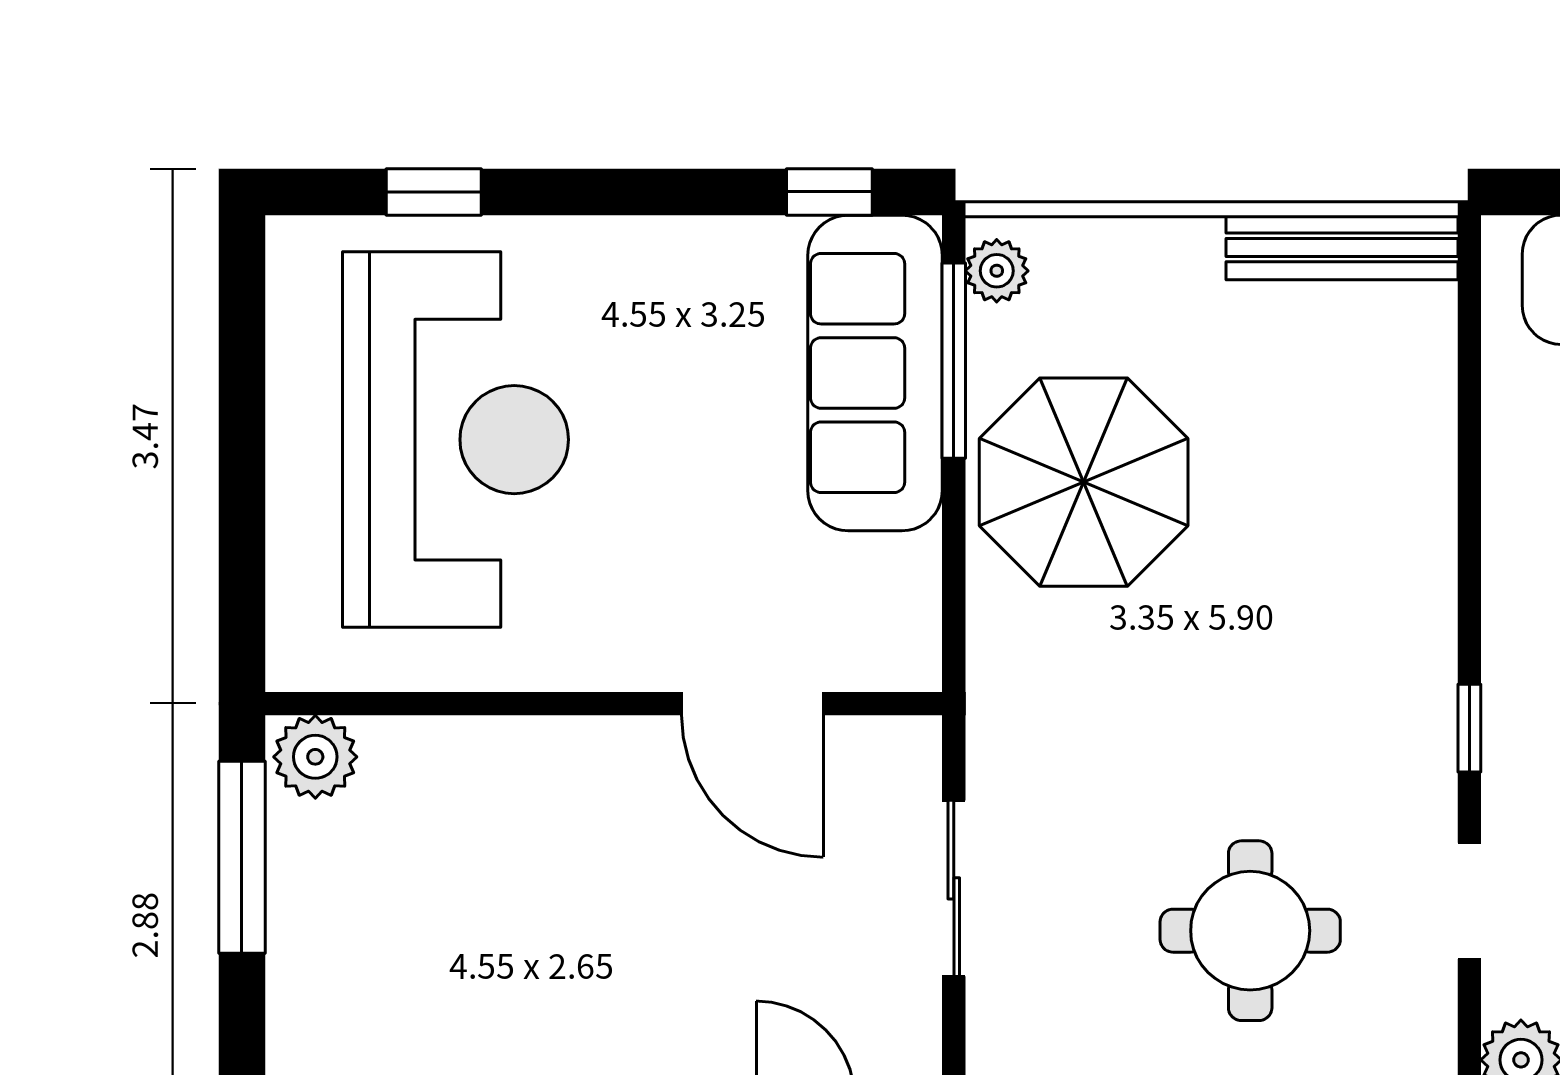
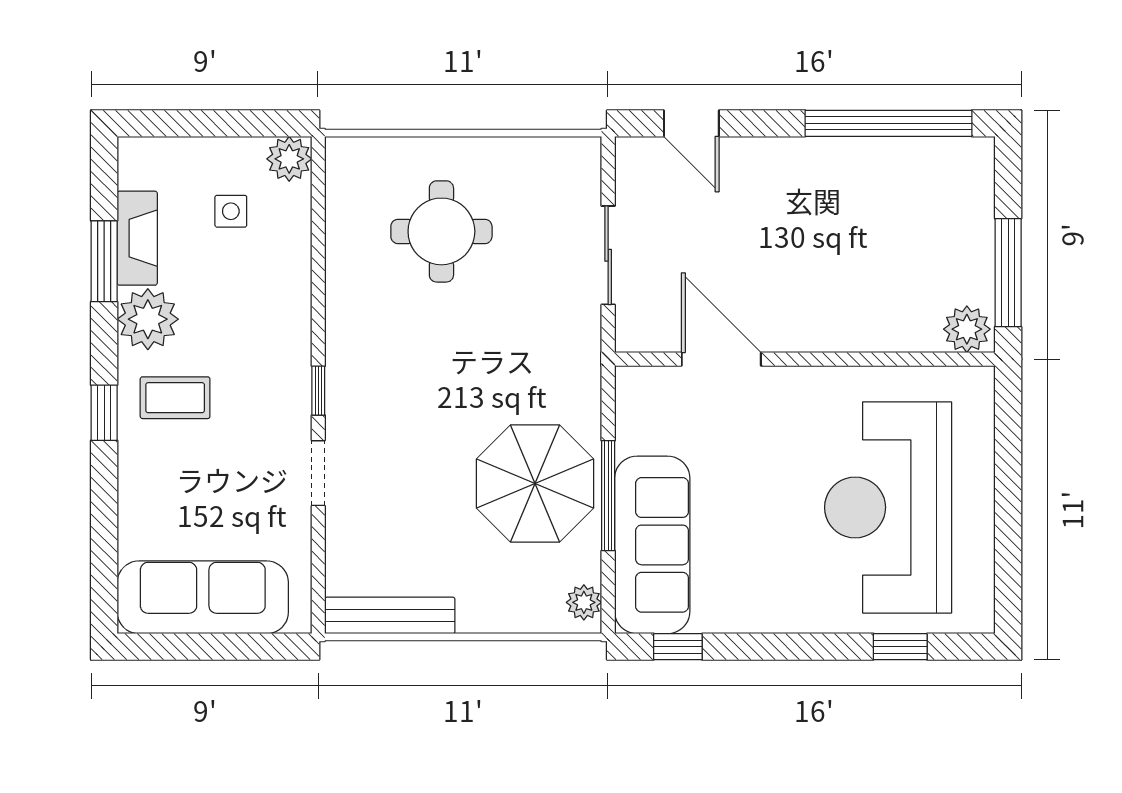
window: (954, 361) -> (608, 496), moved
window: (1469, 728) -> (318, 391), moved
doorway: (1469, 901) -> (318, 473), moved

